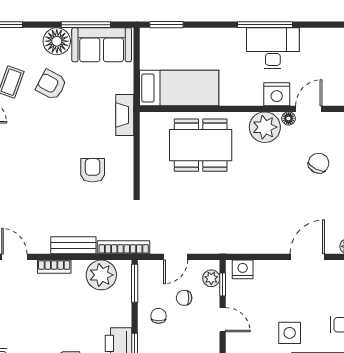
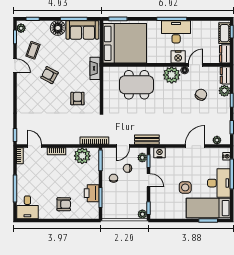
armchair: (51, 85) -> (49, 75), moved
bed: (179, 88) -> (125, 43), width x2.04
bench: (73, 245) -> (147, 140), moved

